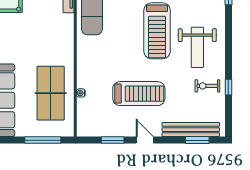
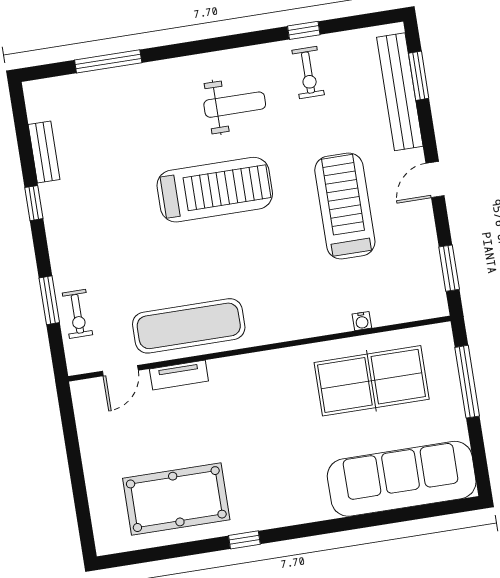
weight bench: (197, 47) -> (235, 105), width x0.73, depth x0.75
window: (113, 140) -> (449, 268), moved

